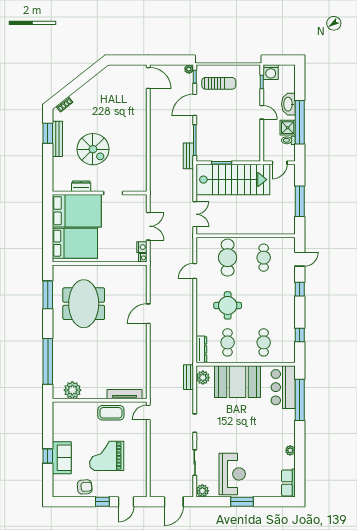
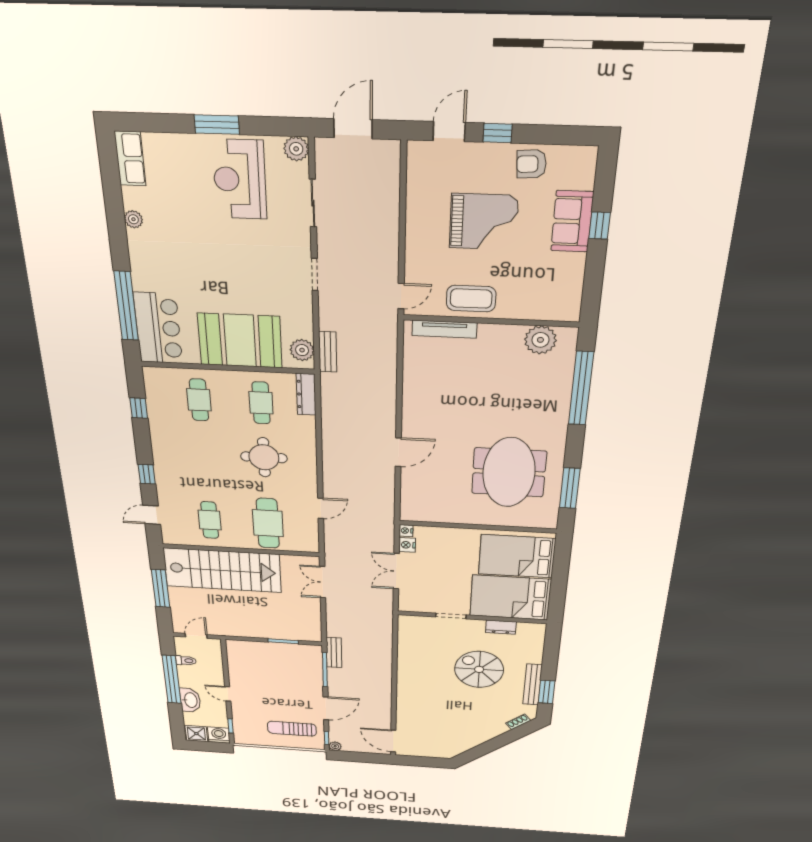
shower: (288, 128) -> (196, 734), moved
stairs: (233, 180) -> (222, 570), moved, turned 180

